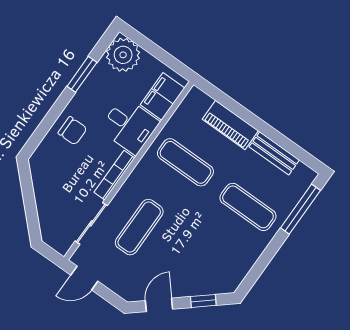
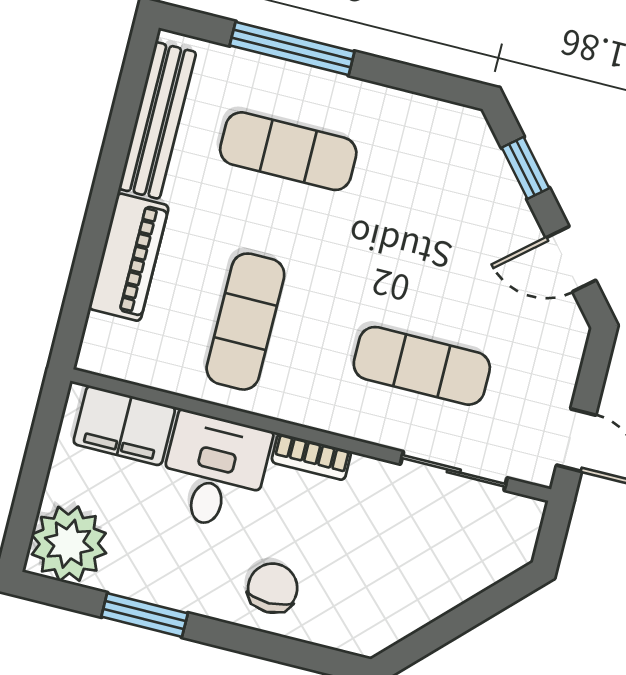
bench: (274, 153) -> (157, 120), width x1.36
bookcase: (114, 175) -> (311, 457), width x0.64
exercise mat: (248, 207) -> (288, 151), turned 90
window: (300, 209) -> (292, 49), moved

